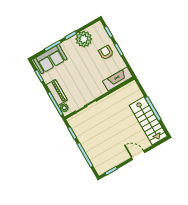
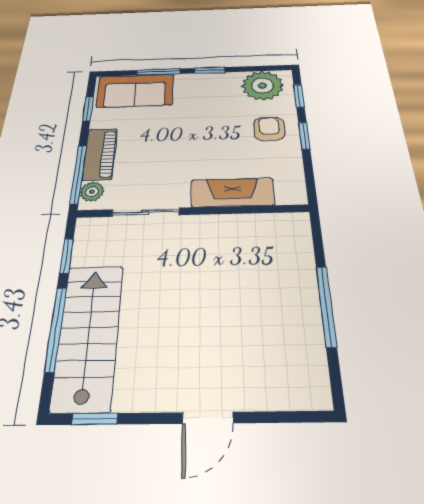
plant: (84, 39) -> (263, 85), moved
fireplace: (118, 79) -> (232, 192), moved
stairs: (148, 121) -> (88, 335), moved, turned 180
door: (138, 155) -> (208, 418), swing flipped

